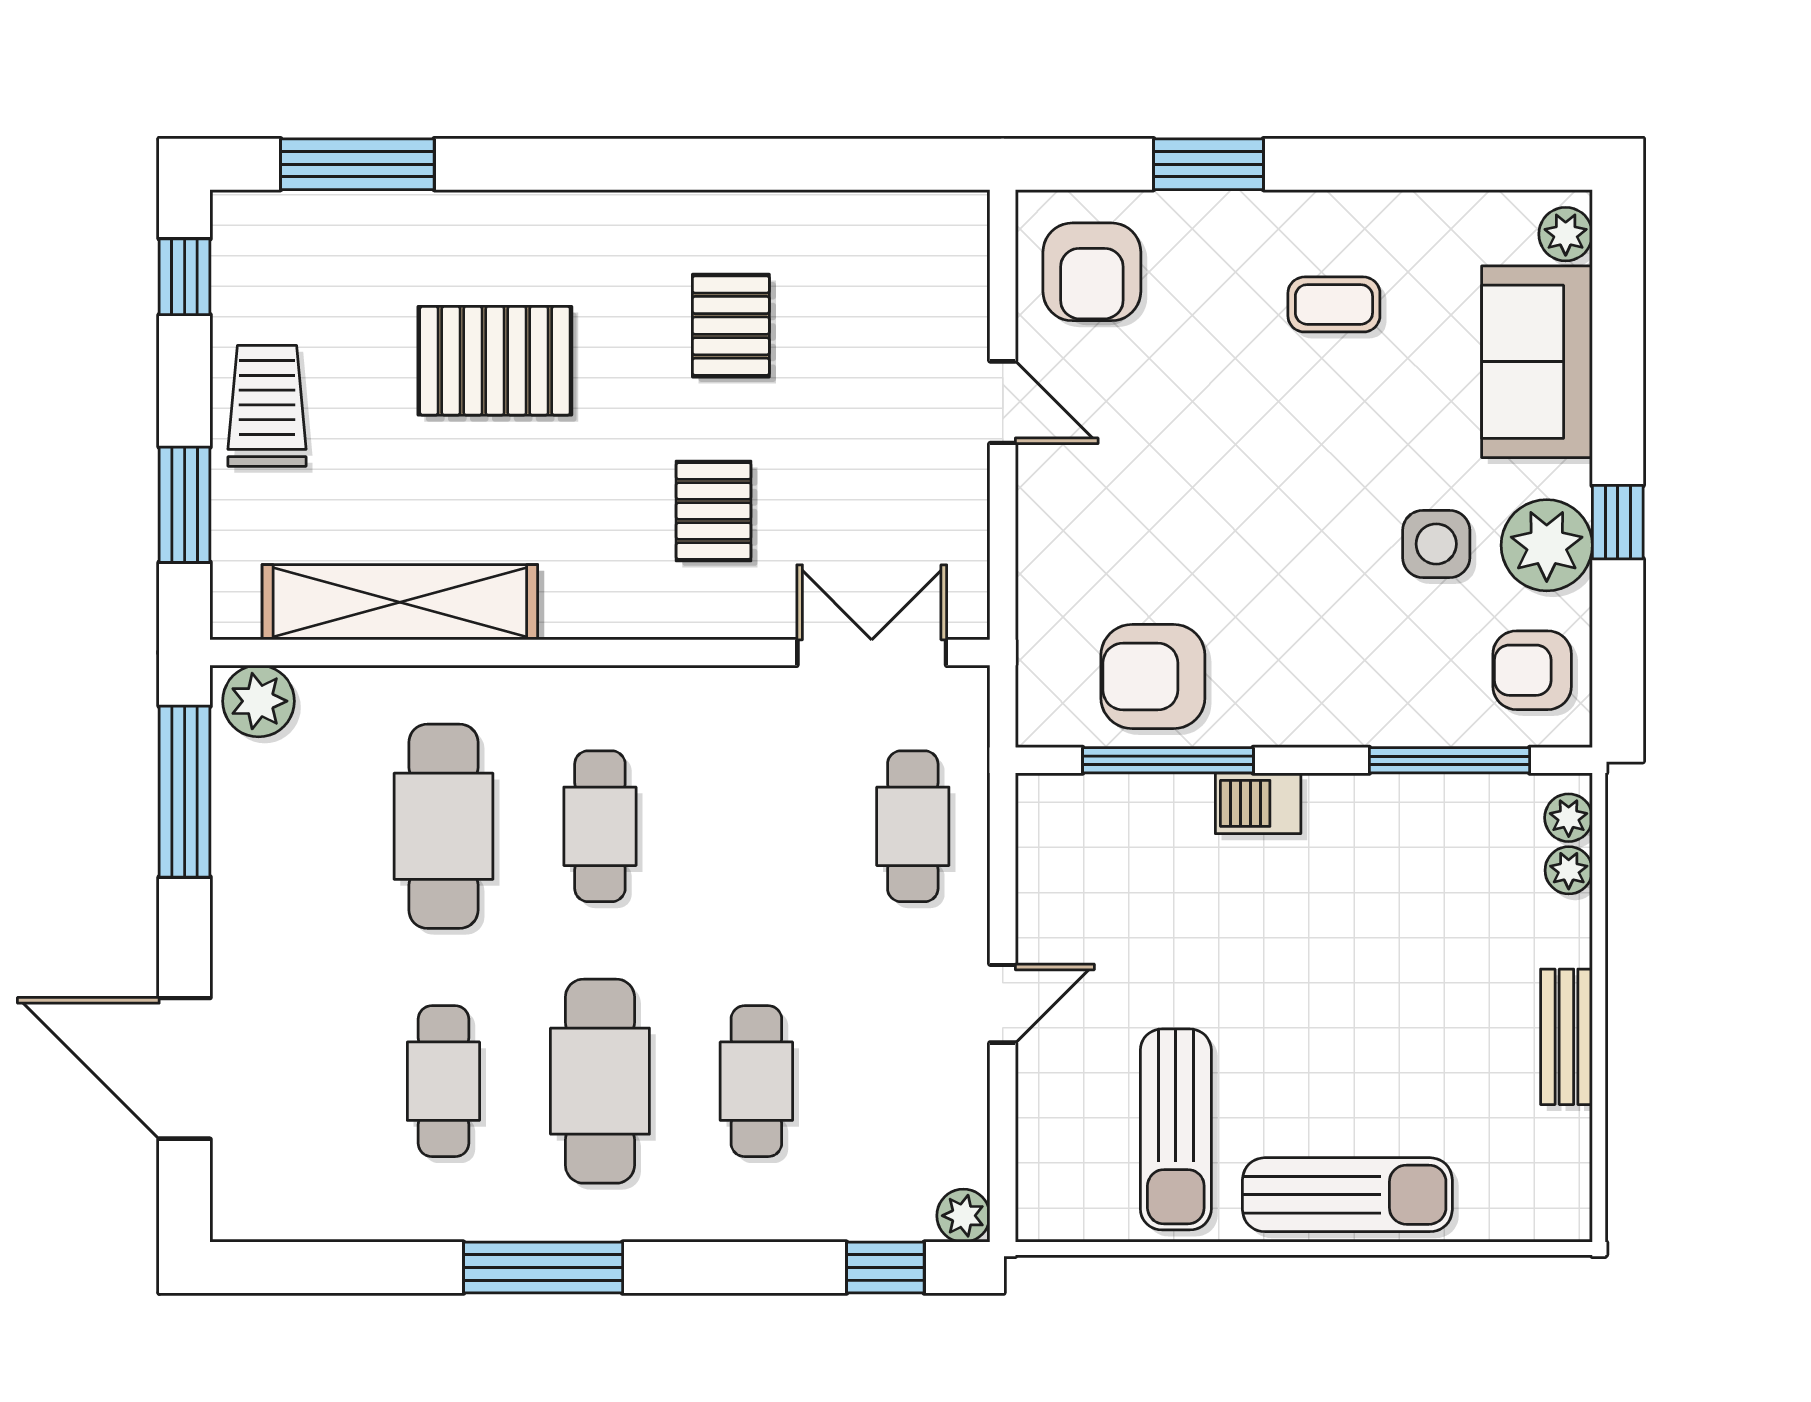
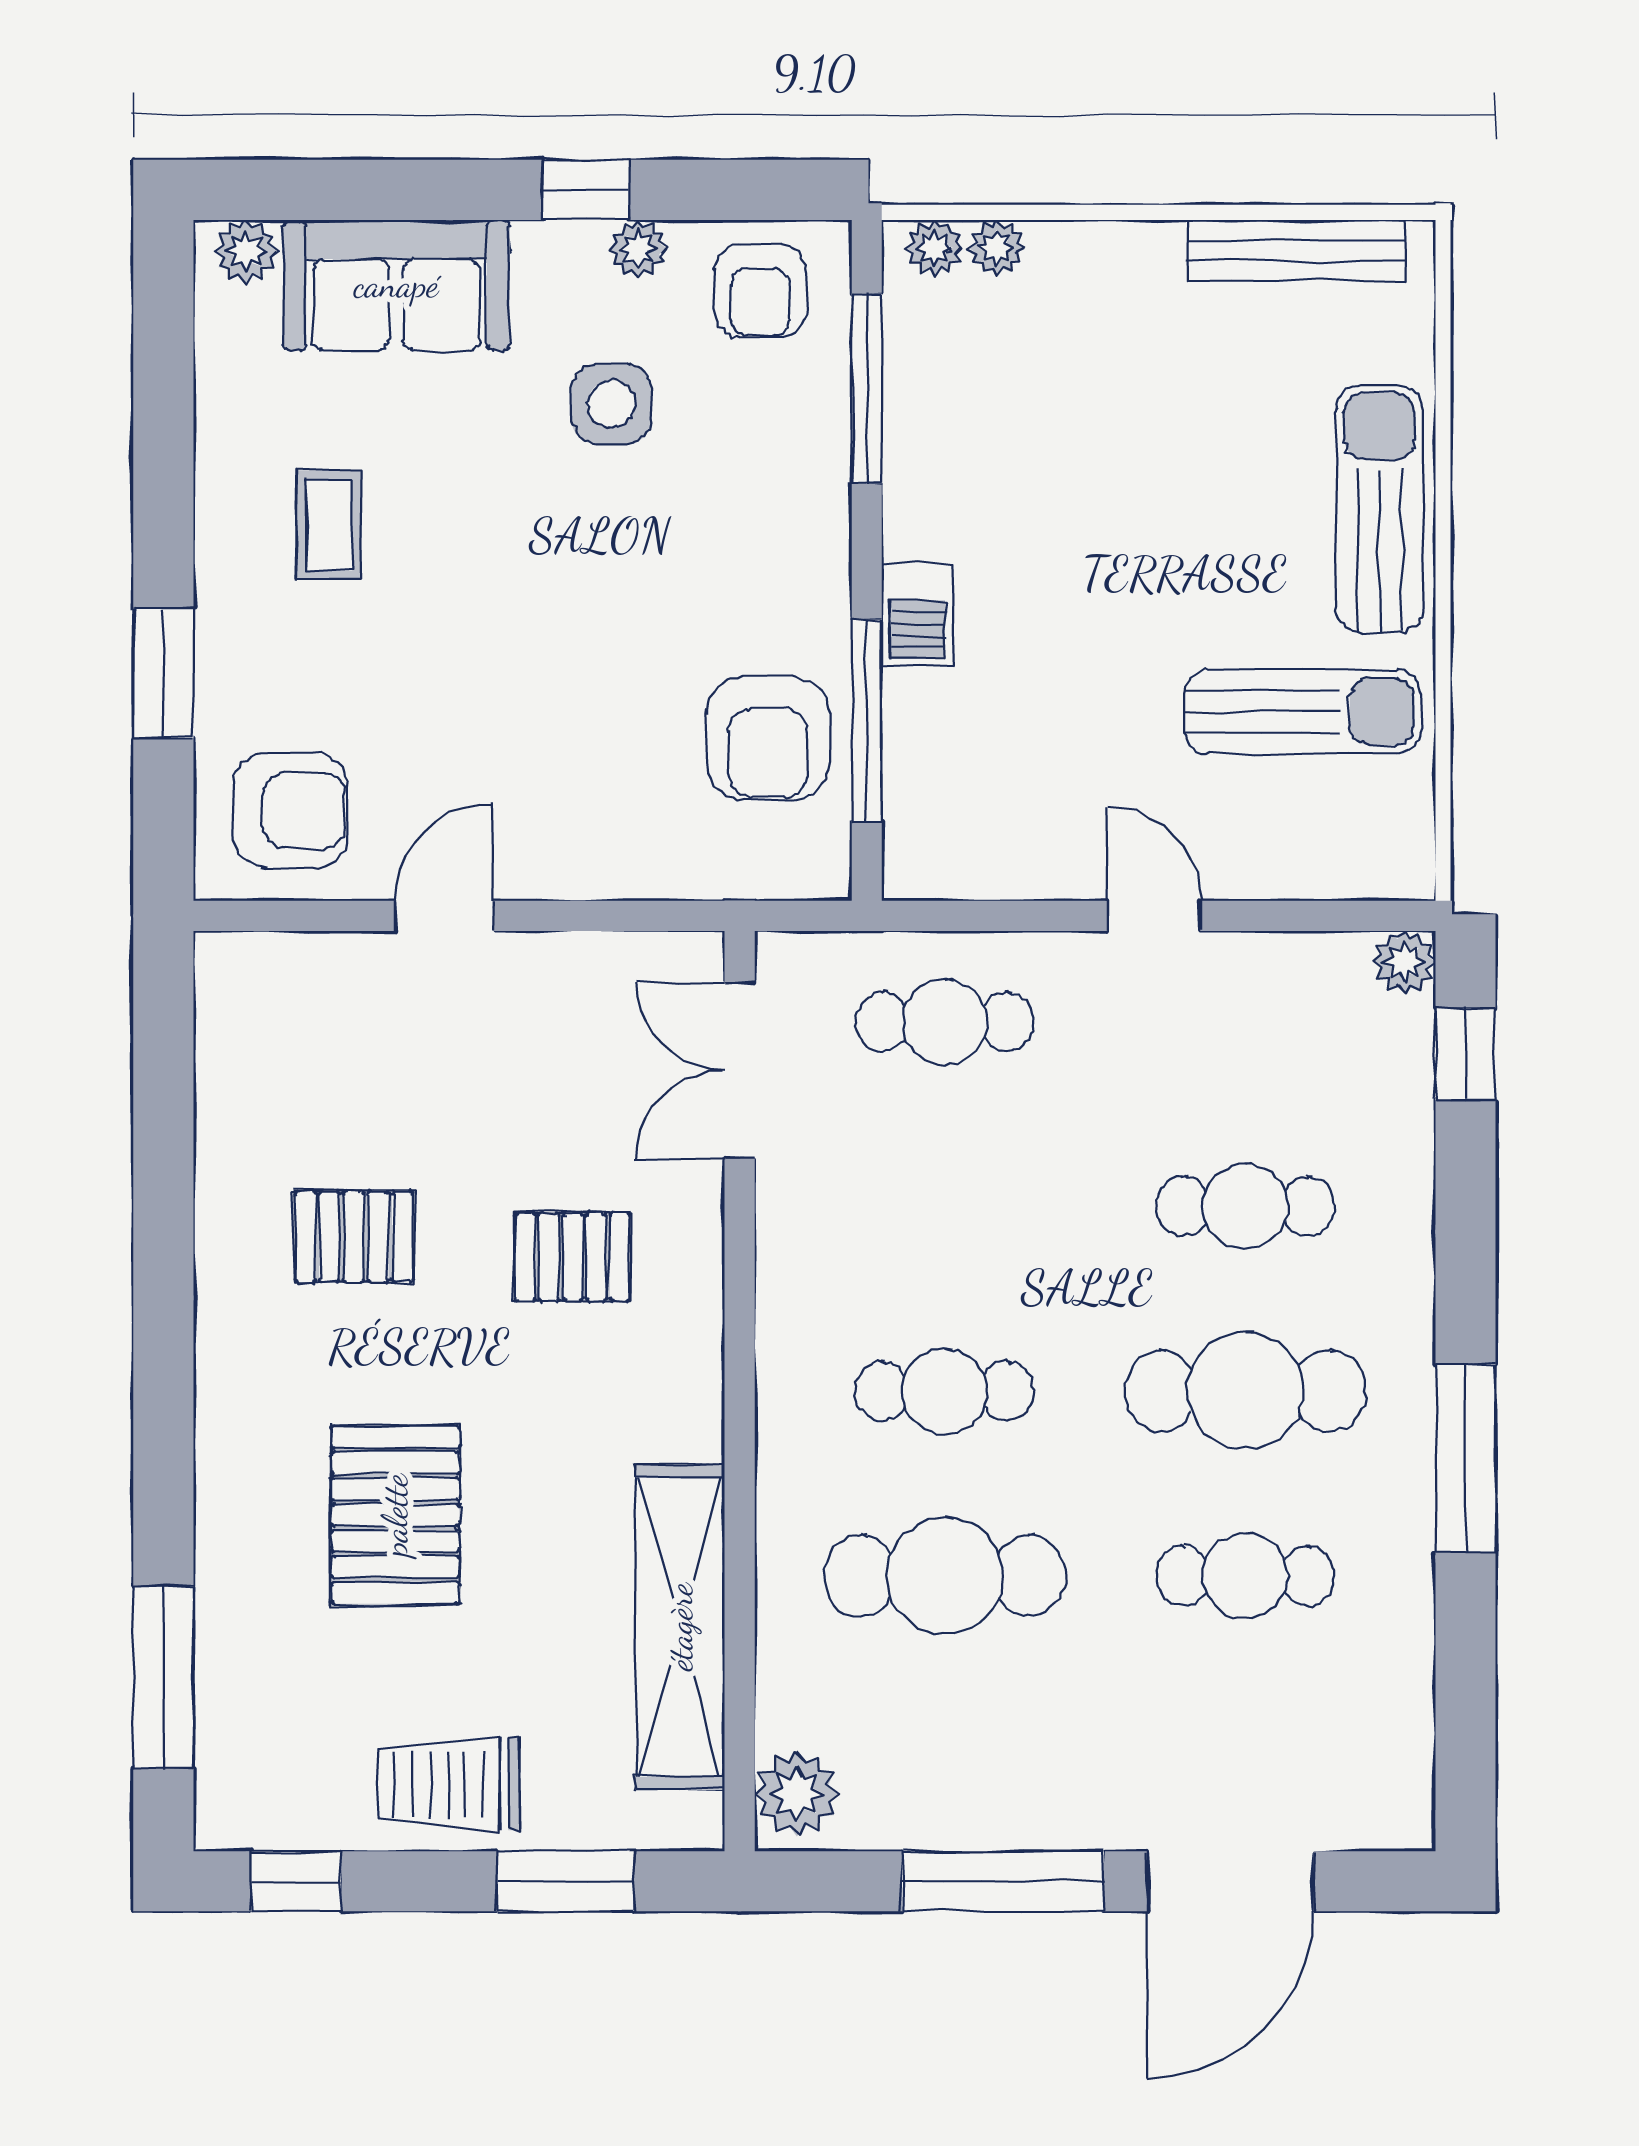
plant: (1547, 545) -> (638, 249), width x0.53, depth x0.53
window: (185, 792) -> (1003, 1881), moved
bench: (1566, 1037) -> (1297, 250), moved, width x1.36

